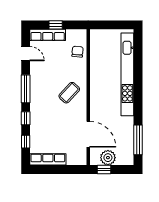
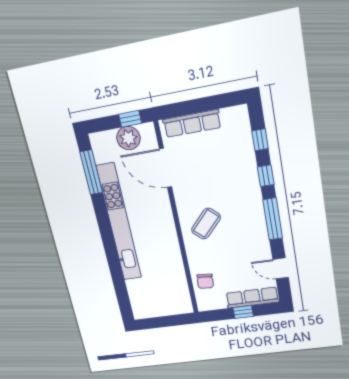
kitchen unit: (127, 74) -> (119, 223), moved
row of seats: (48, 159) -> (192, 123), moved

